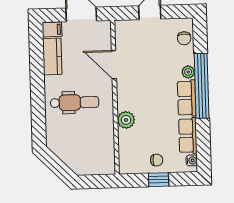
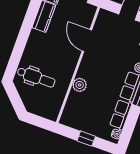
dental chair: (75, 102) -> (36, 77), moved
chair: (157, 160) -> (91, 124), removed

